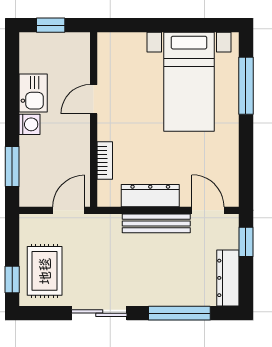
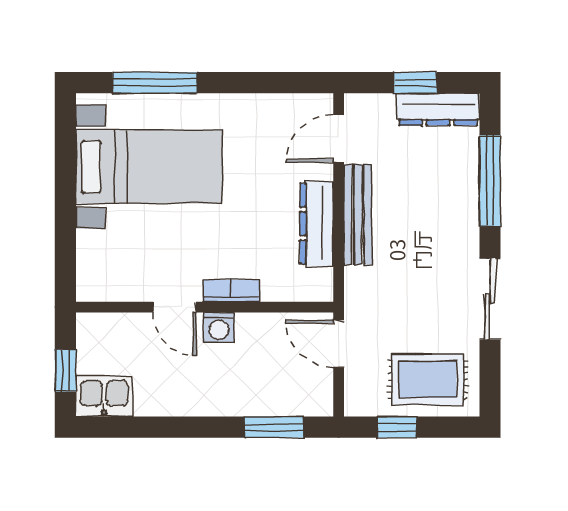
kitchen sink: (33, 93) -> (104, 396), moved
washing machine: (30, 124) -> (219, 327), moved, turned 180
bookcase: (105, 160) -> (231, 291), moved
window: (246, 242) -> (416, 83), moved
window: (12, 280) -> (397, 427), moved

